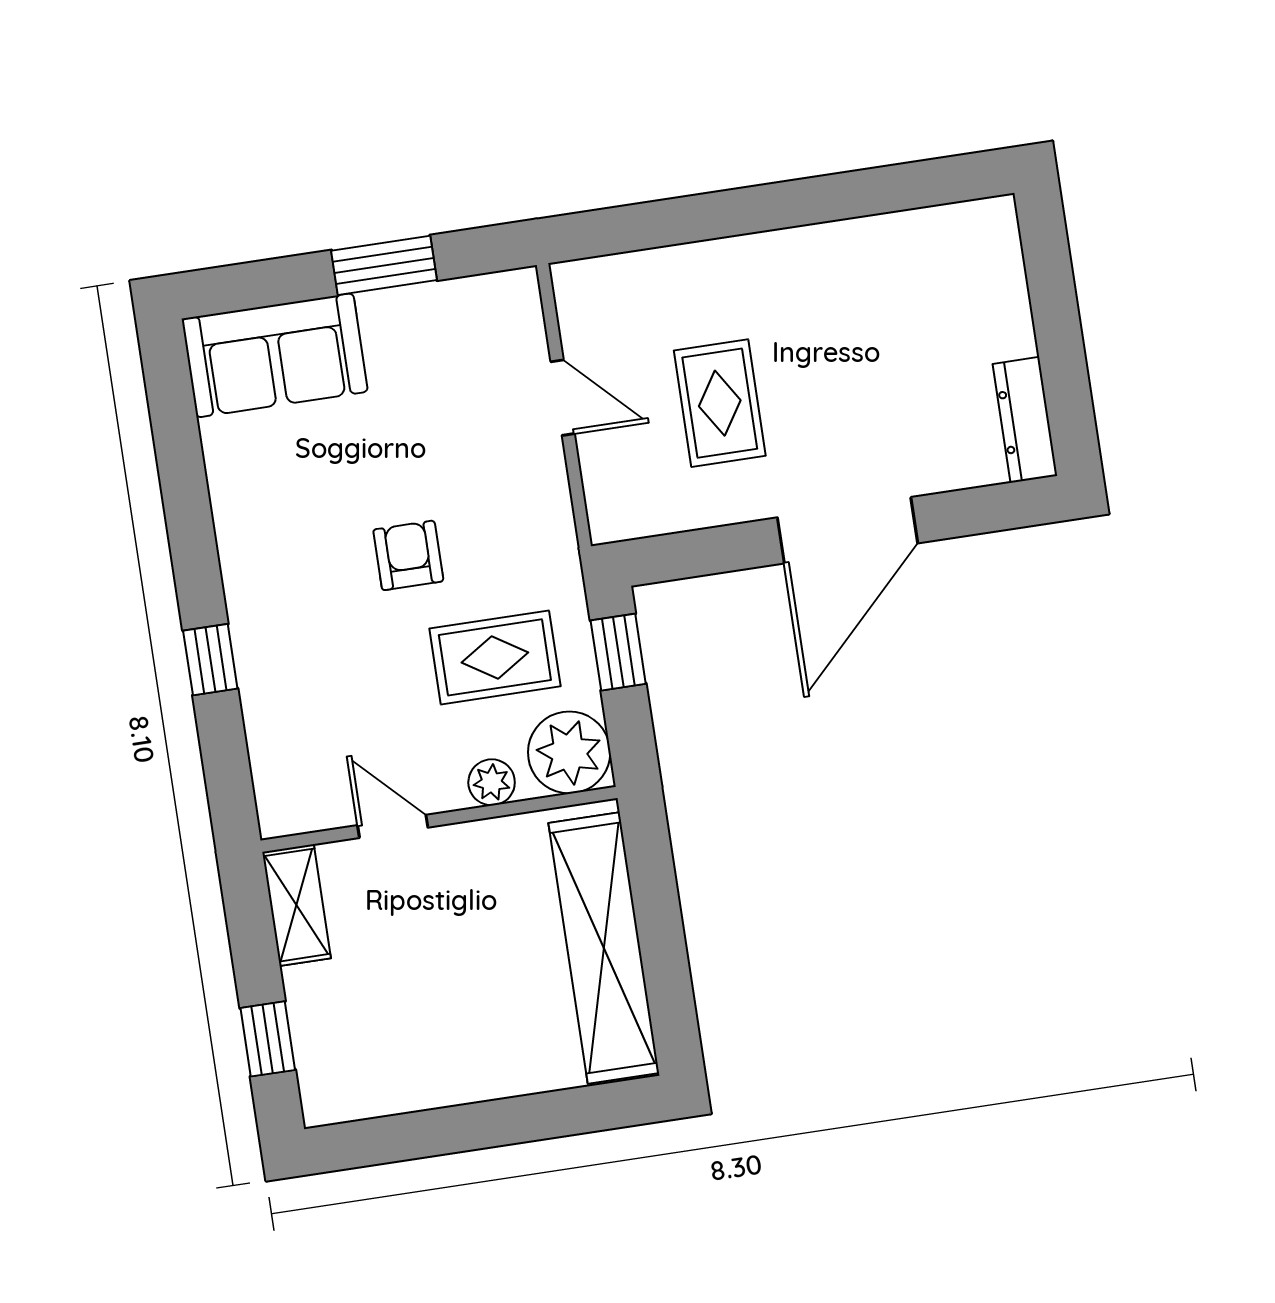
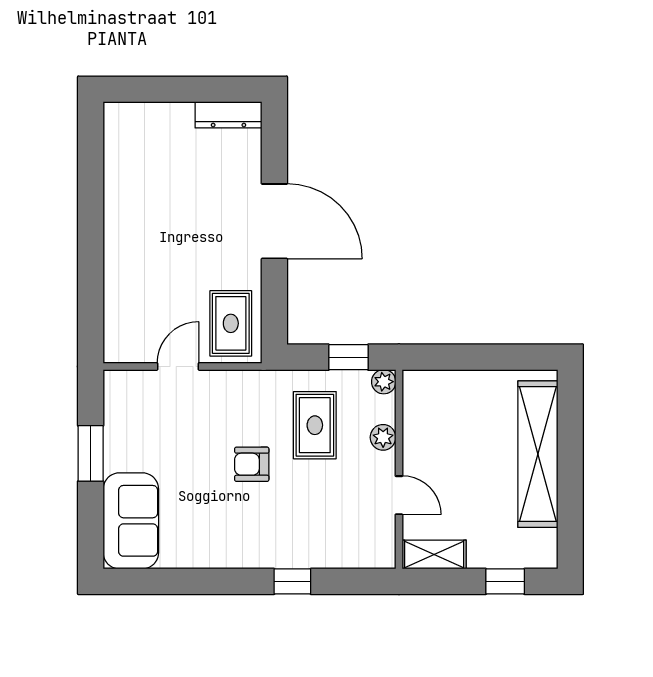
rug: (720, 403) -> (231, 323), moved, turned 90
window: (618, 652) -> (348, 357), moved
plant: (569, 752) -> (384, 382), width x0.53, depth x0.53
door: (393, 826) -> (399, 495), swing flipped
shelving: (604, 948) -> (538, 454), moved, turned 90

